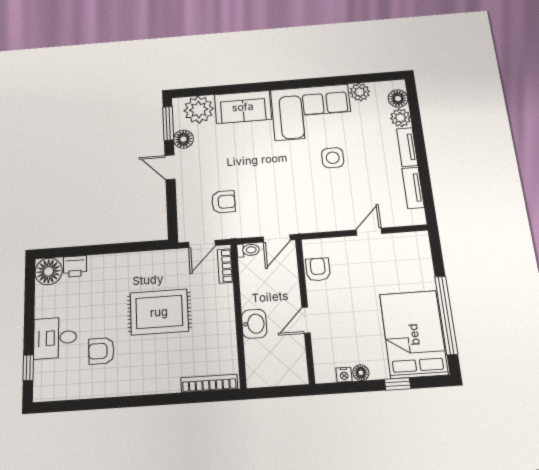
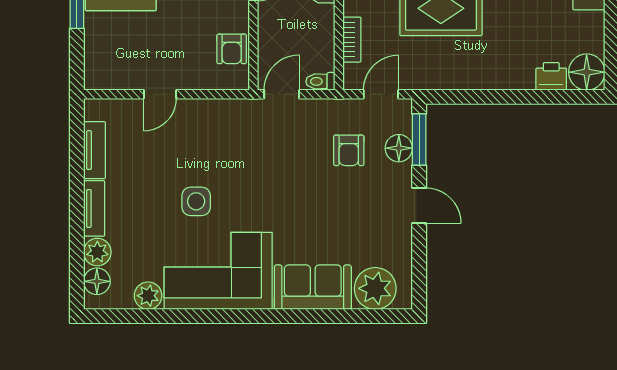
window: (168, 123) -> (419, 139), moved
floor lamp: (183, 139) -> (399, 148), moved
armchair: (223, 202) -> (349, 150), turned -90
bookcase: (225, 266) -> (352, 40), moved

